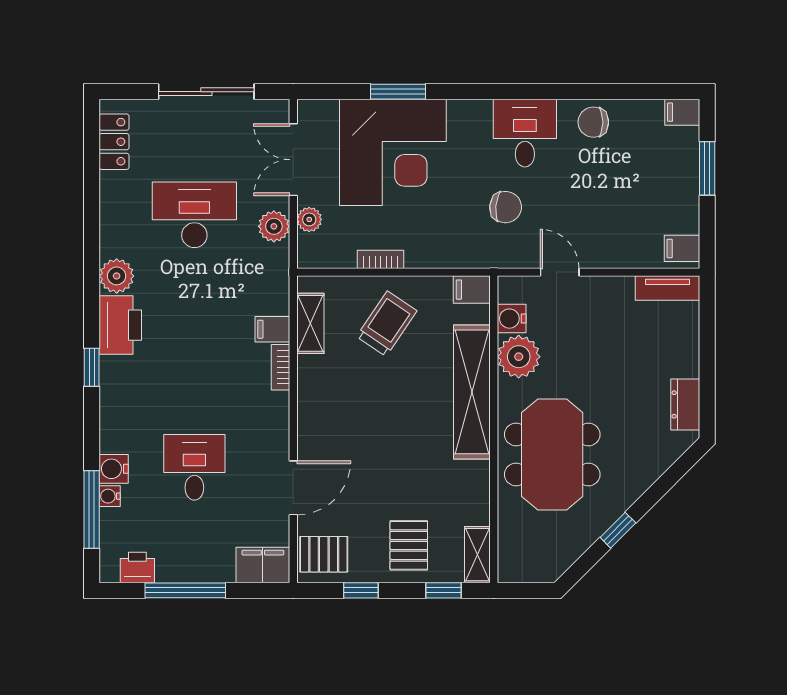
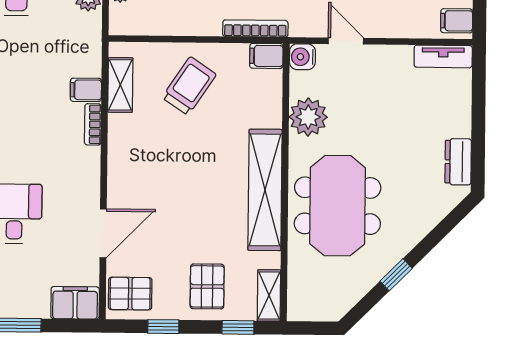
bookcase: (381, 259) -> (255, 28), moved, width x1.56
water cooler: (512, 319) -> (302, 57), moved
shelving: (472, 392) -> (265, 190), moved

